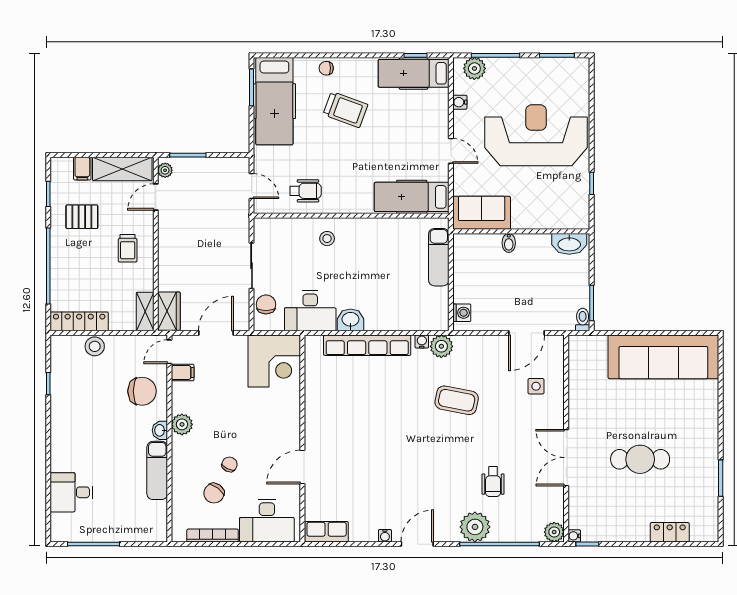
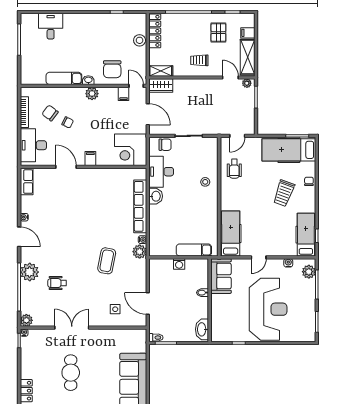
washing machine: (462, 313) -> (179, 264), moved
filing cabinet: (289, 427) -> (90, 159), added

